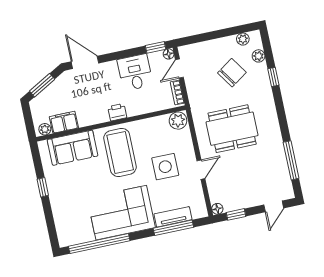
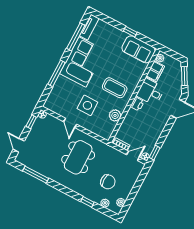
door: (179, 69) -> (133, 156), hinge flipped
desk: (135, 72) -> (150, 92), moved, turned 180
chair: (232, 73) -> (108, 182), turned -56
plant: (178, 121) -> (115, 115), moved
sofa: (73, 148) -> (138, 49), moved, turned -90
coffee table: (120, 153) -> (115, 88), width x0.73, depth x0.76
tv unit: (173, 217) -> (89, 27), moved
window: (173, 228) -> (57, 73), moved
window: (99, 244) -> (76, 37), width x0.68

